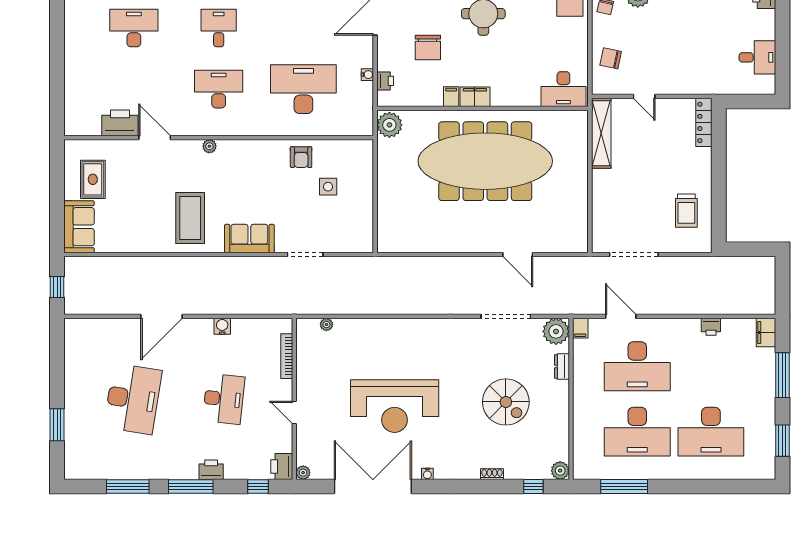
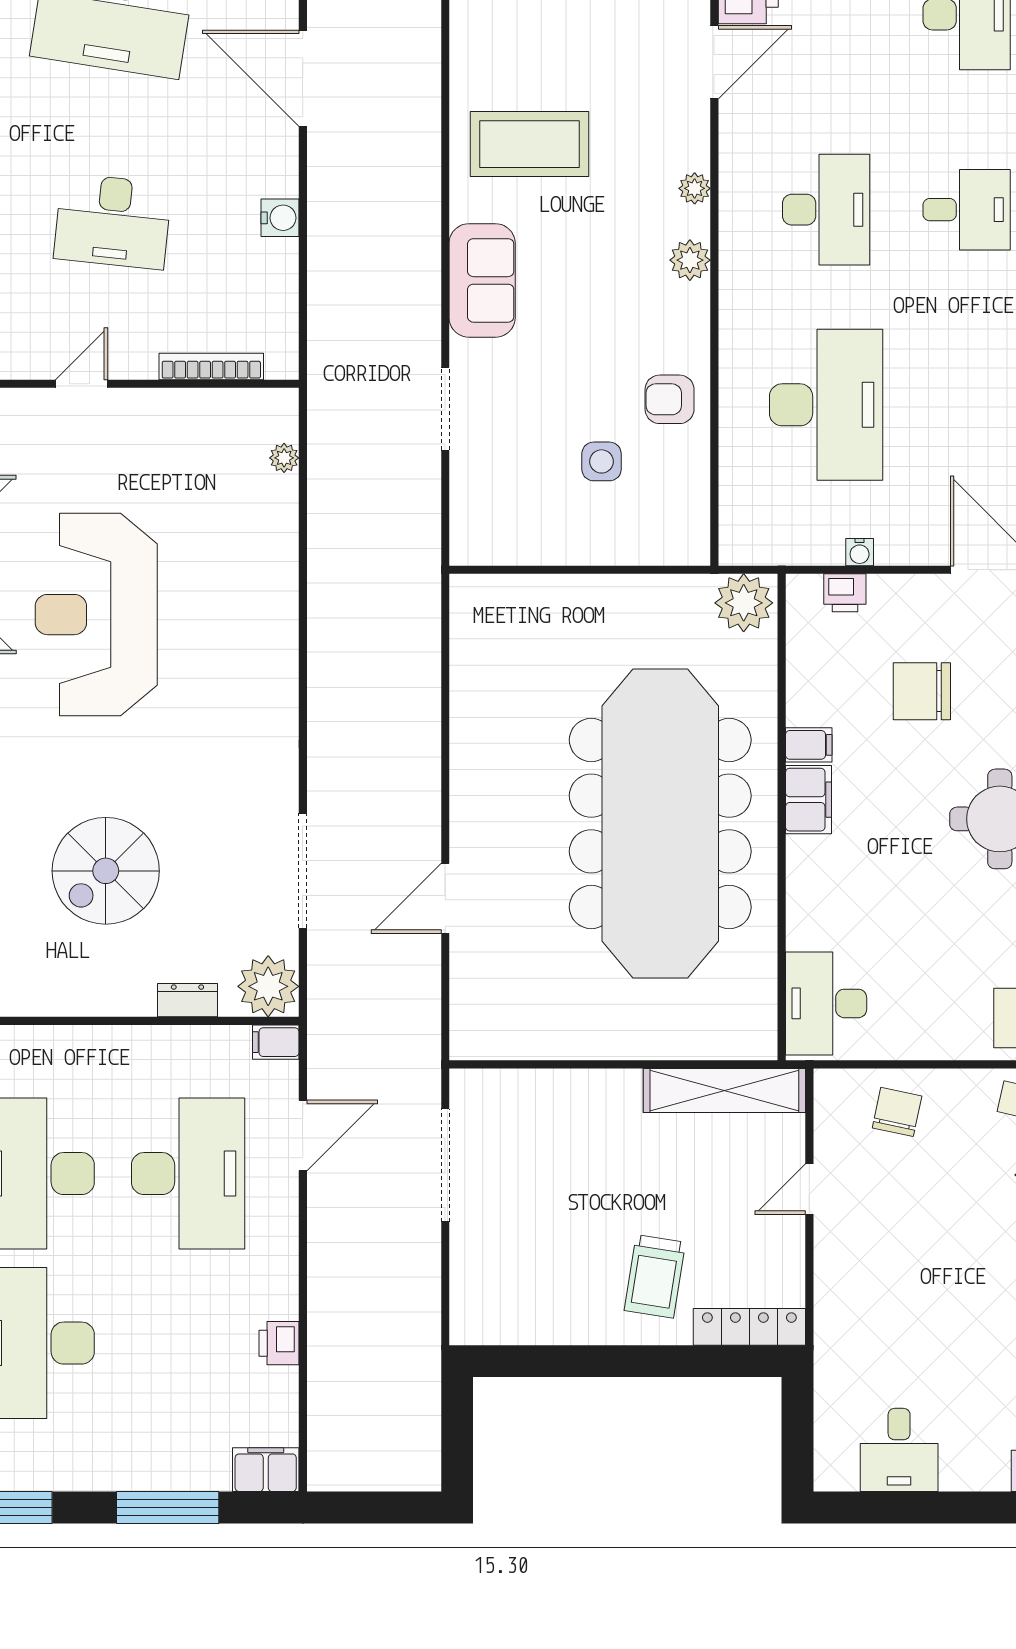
plant: (241, 148) -> (690, 260), added
trolley: (686, 211) -> (655, 1276), moved, turned -81
desk: (637, 366) -> (188, 1174), turned 180

